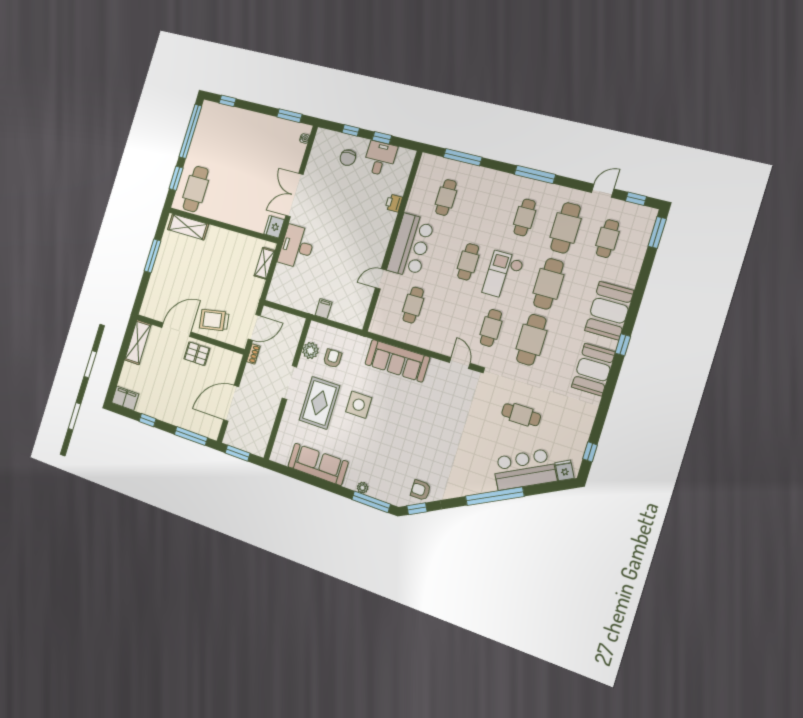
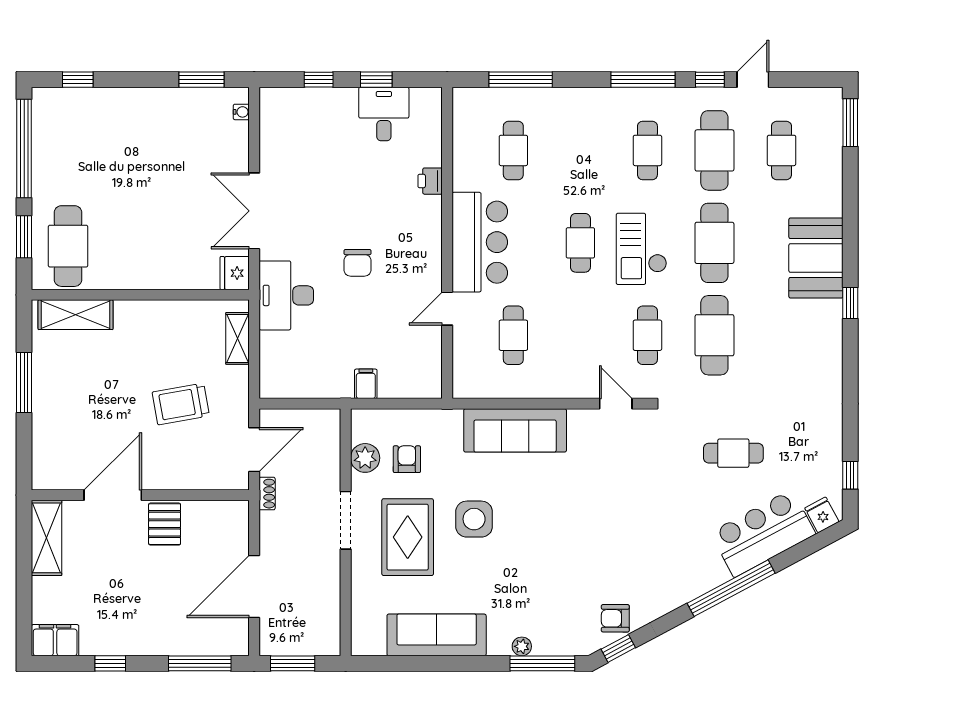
chair: (348, 158) -> (357, 263), moved
window: (636, 199) -> (710, 80), moved
trolley: (214, 320) -> (181, 404), moved
pallet: (197, 354) -> (165, 524), turned 90
booth: (593, 370) -> (819, 353), removed

